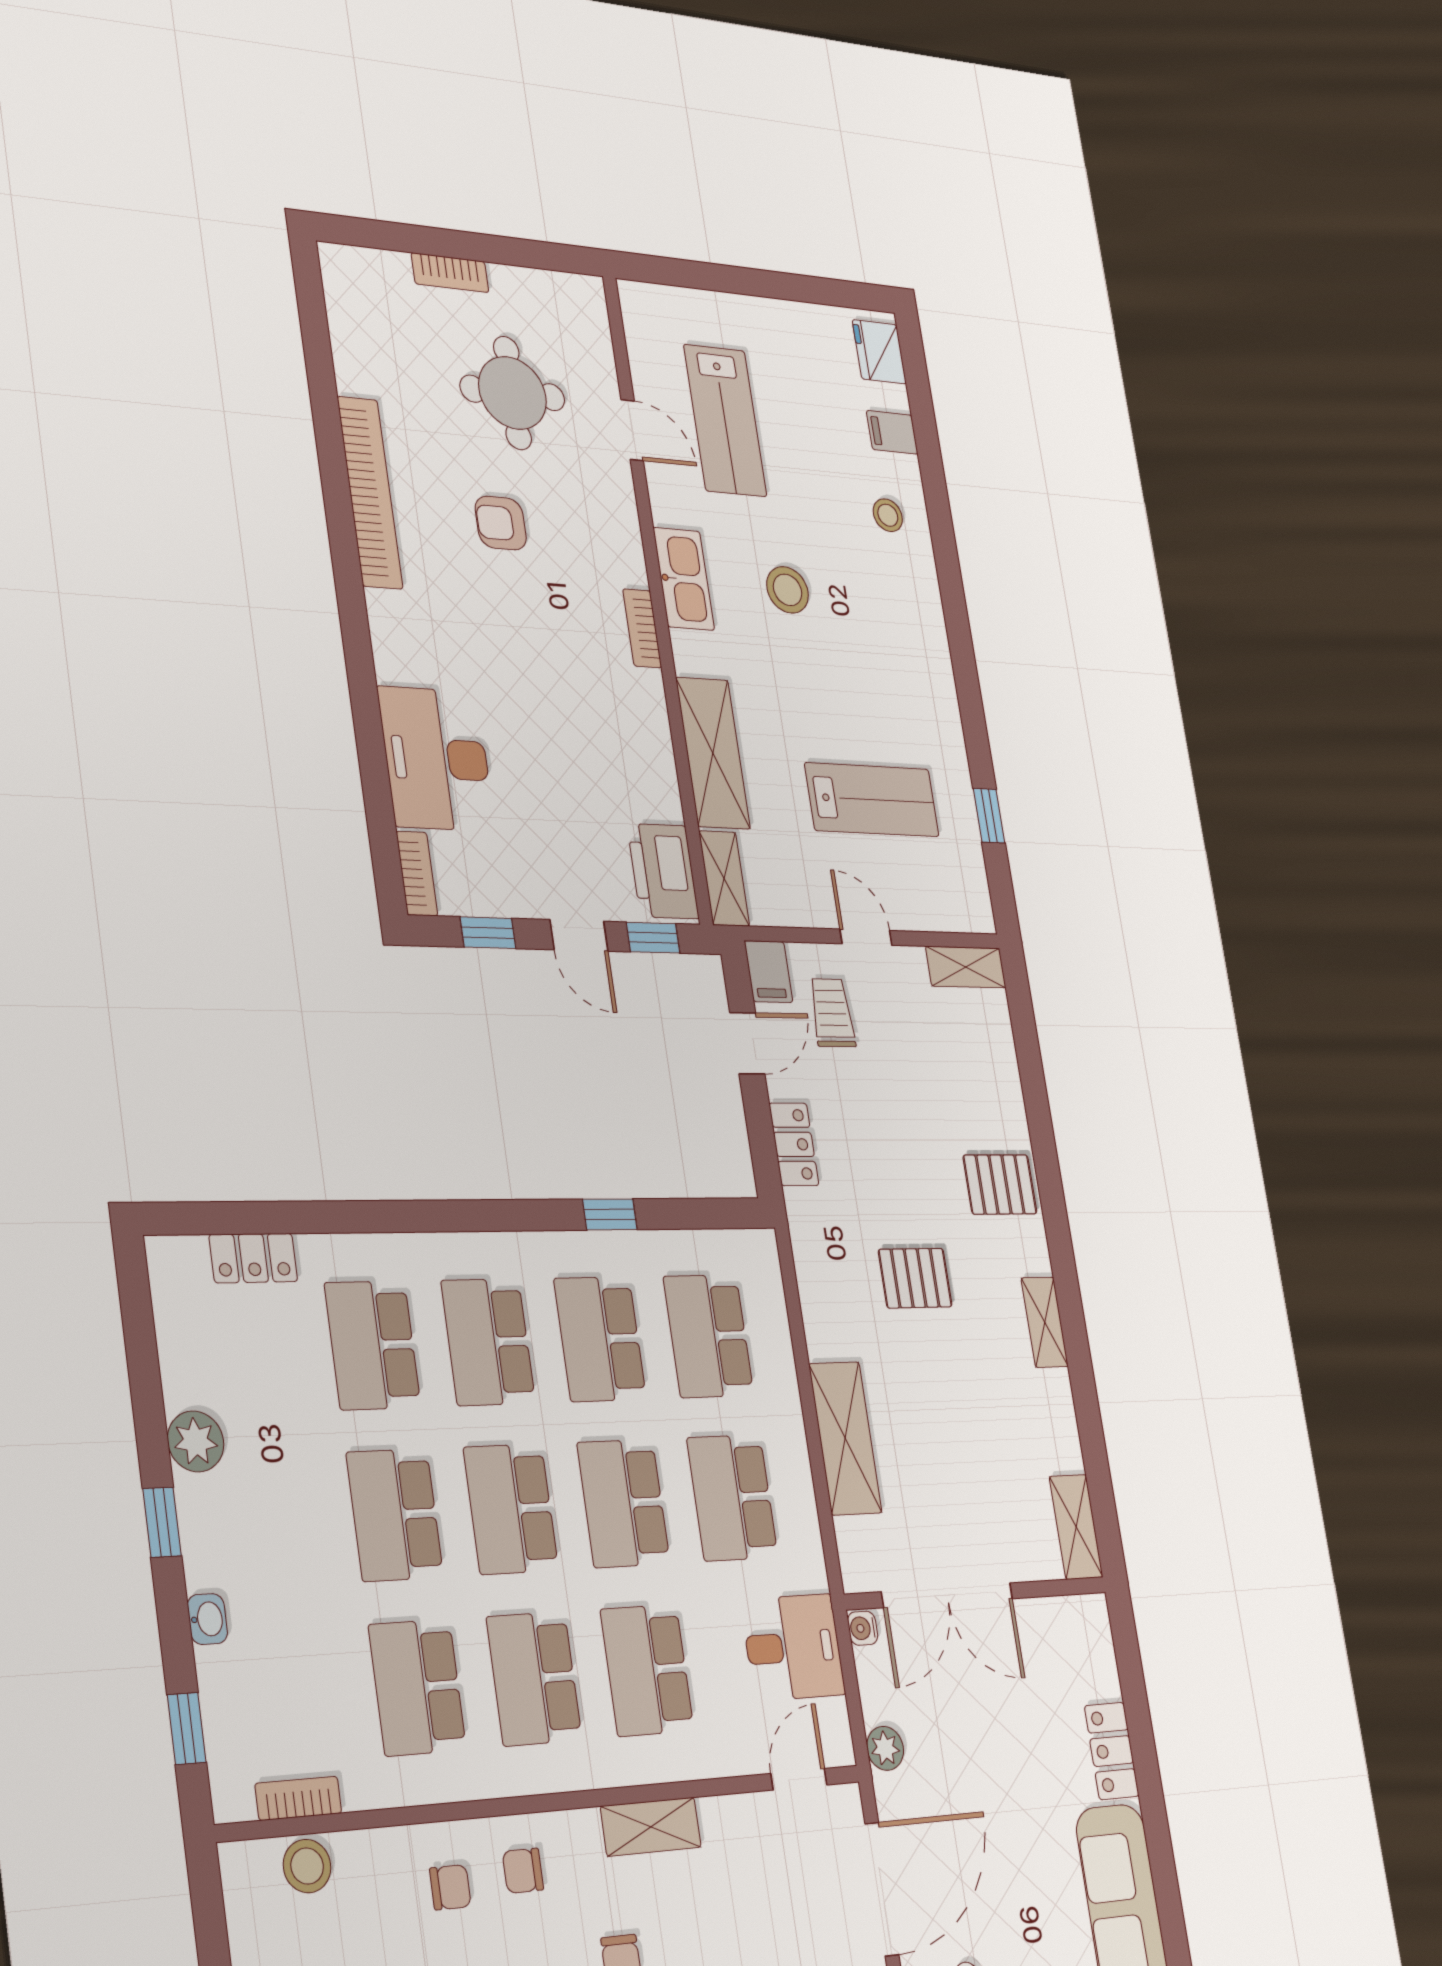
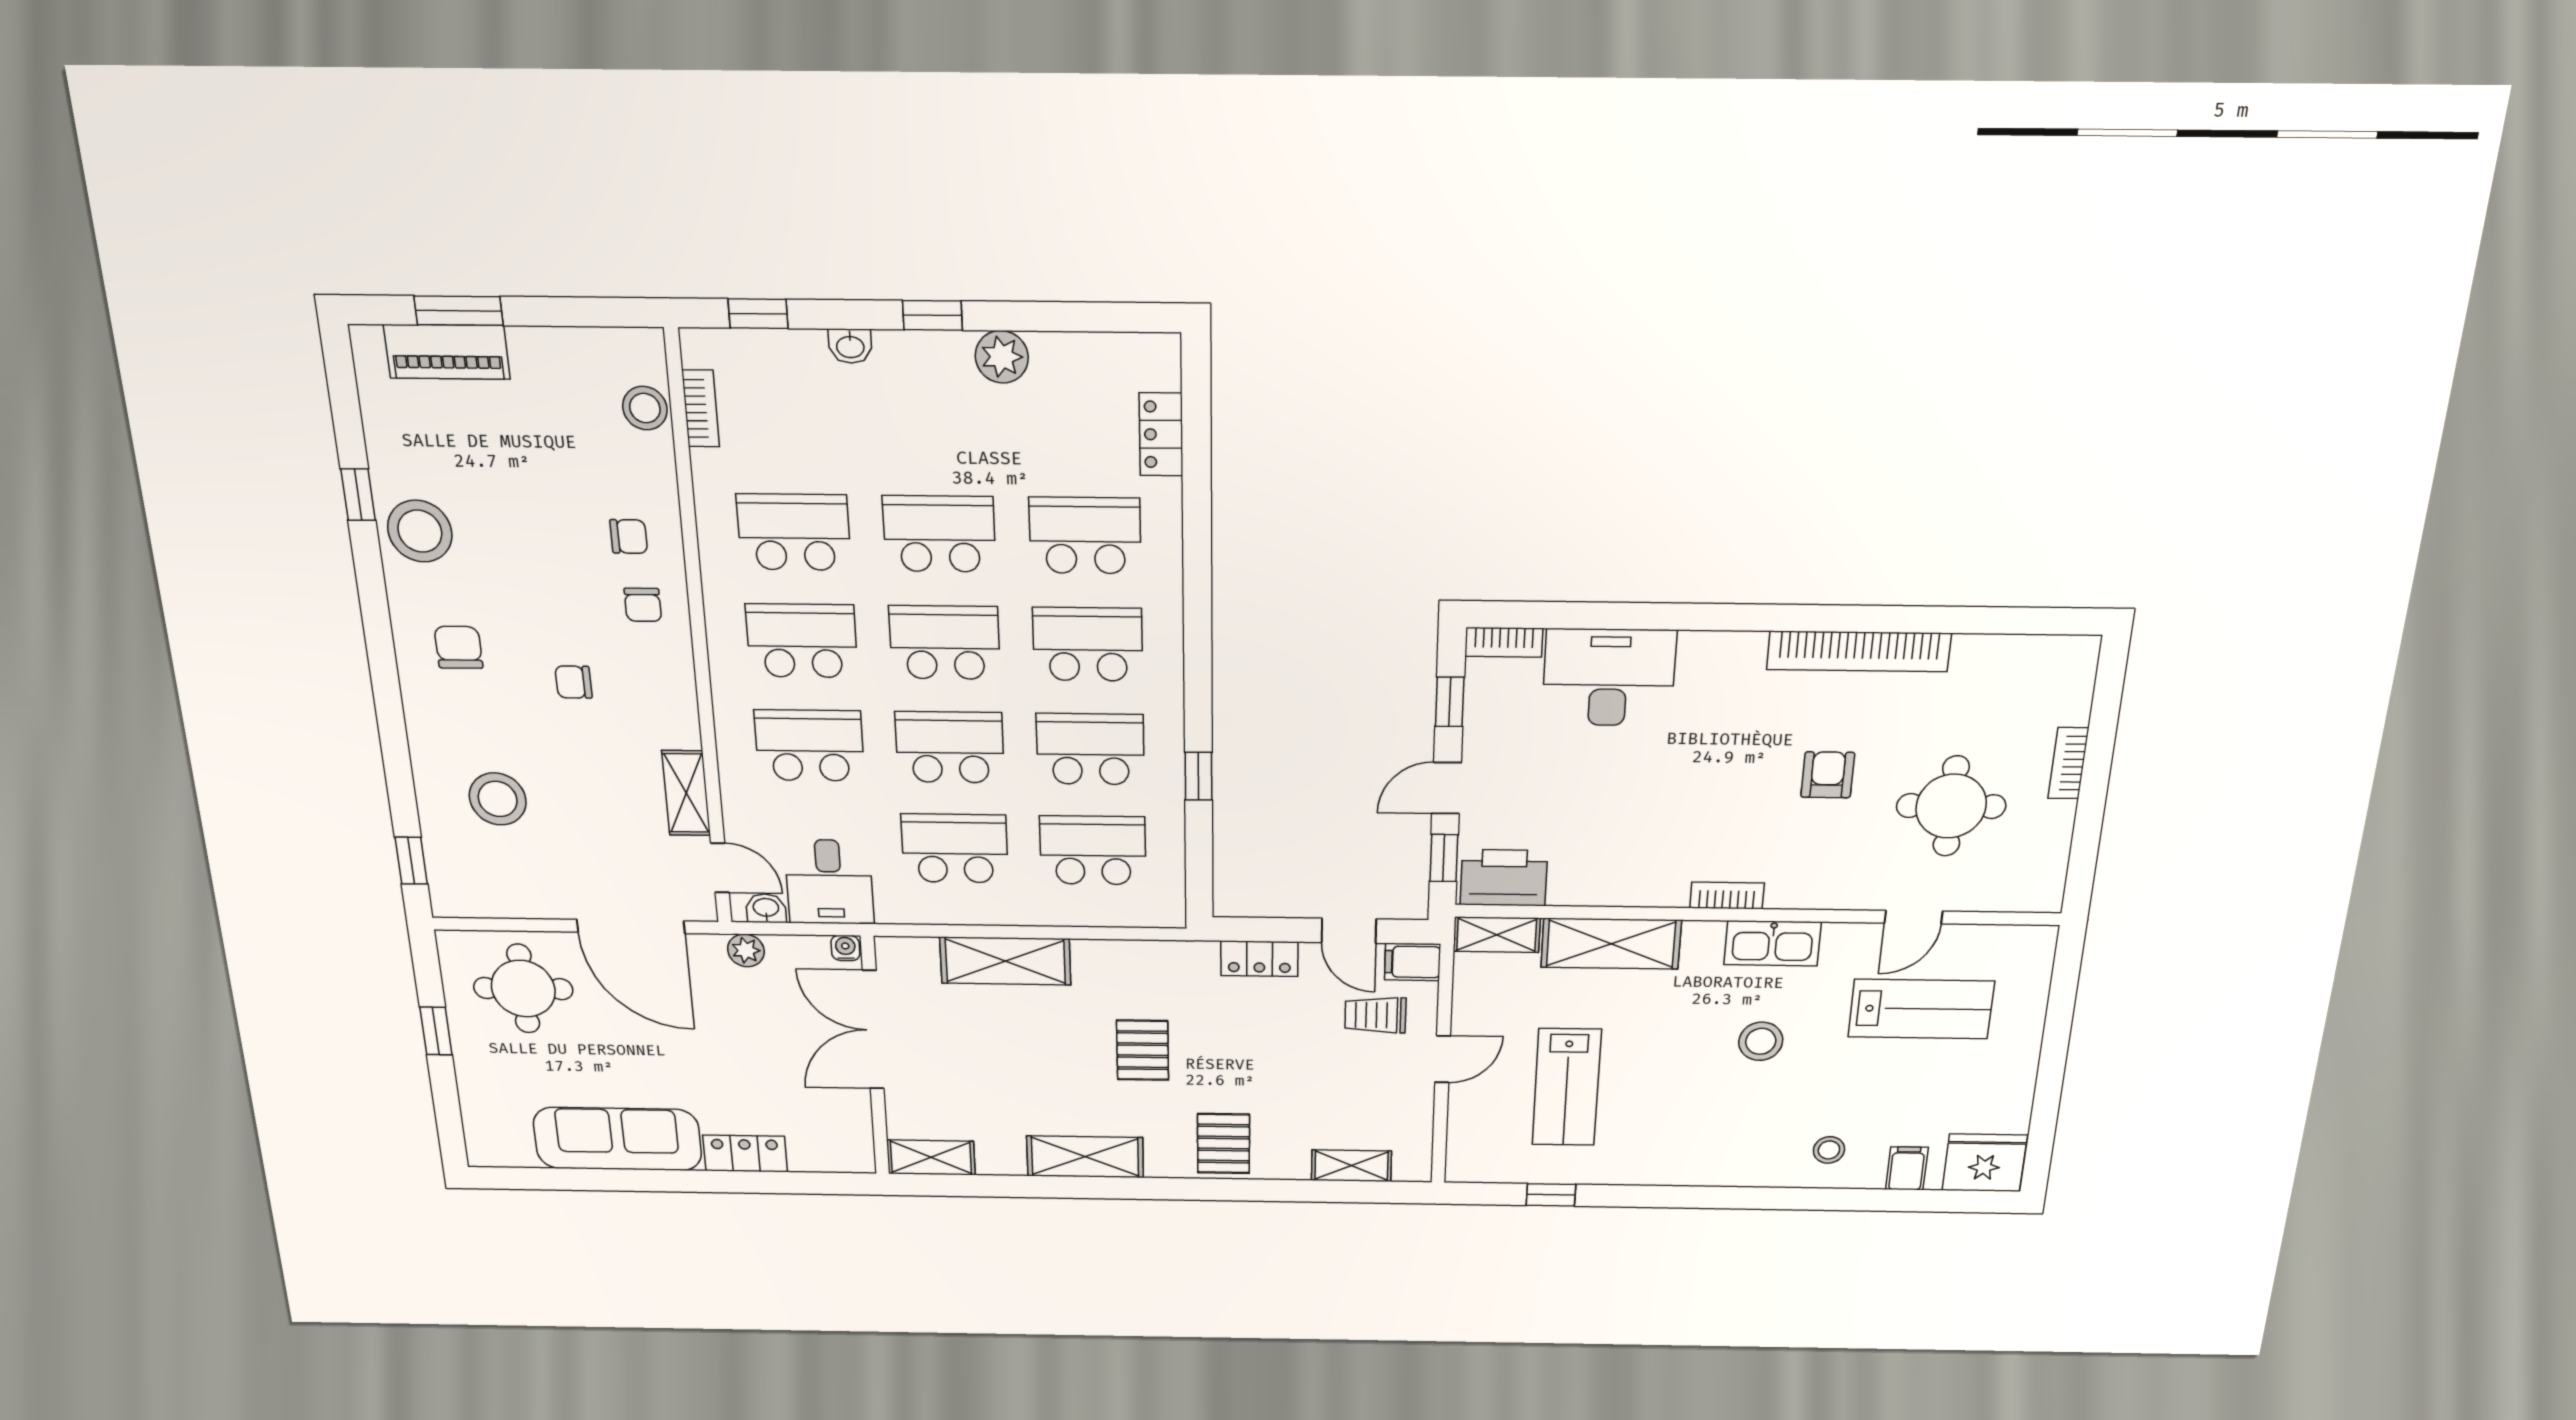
fridge: (879, 352) -> (1985, 1163), width x1.36, depth x1.34
lab bench: (725, 420) -> (1921, 1009), turned 180
shelving: (966, 967) -> (1351, 1166), moved, turned 90
trolley: (832, 1013) -> (1375, 1015), turned 180
shelving: (1045, 1322) -> (1085, 1157), width x1.50, depth x1.33
washbasin: (834, 1724) -> (766, 908), added
shelving: (651, 1827) -> (686, 793), moved
chair: (523, 1871) -> (643, 605), turned 180
chair: (450, 1887) -> (629, 536), turned -90

